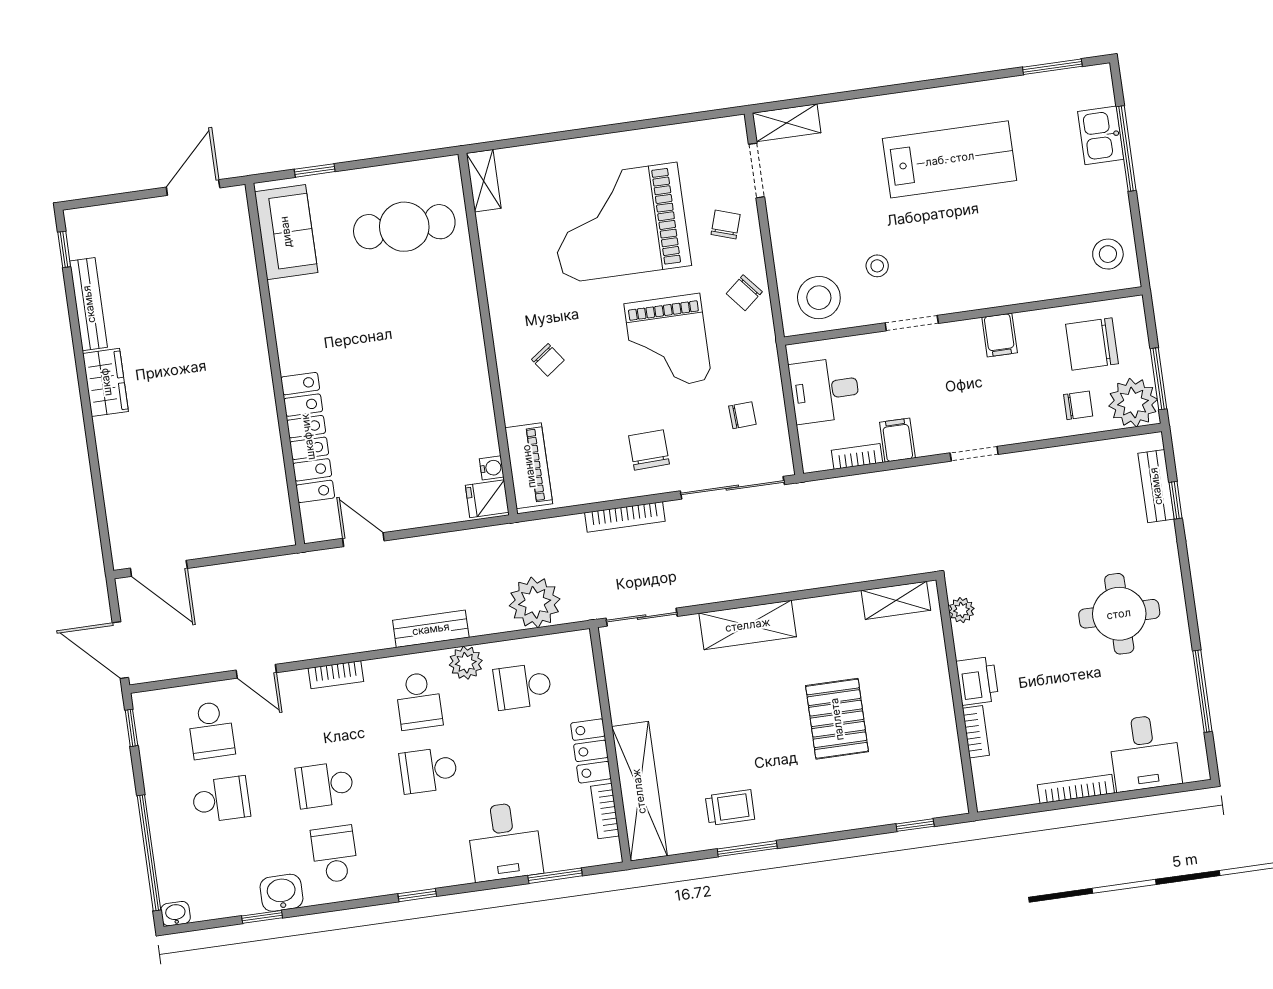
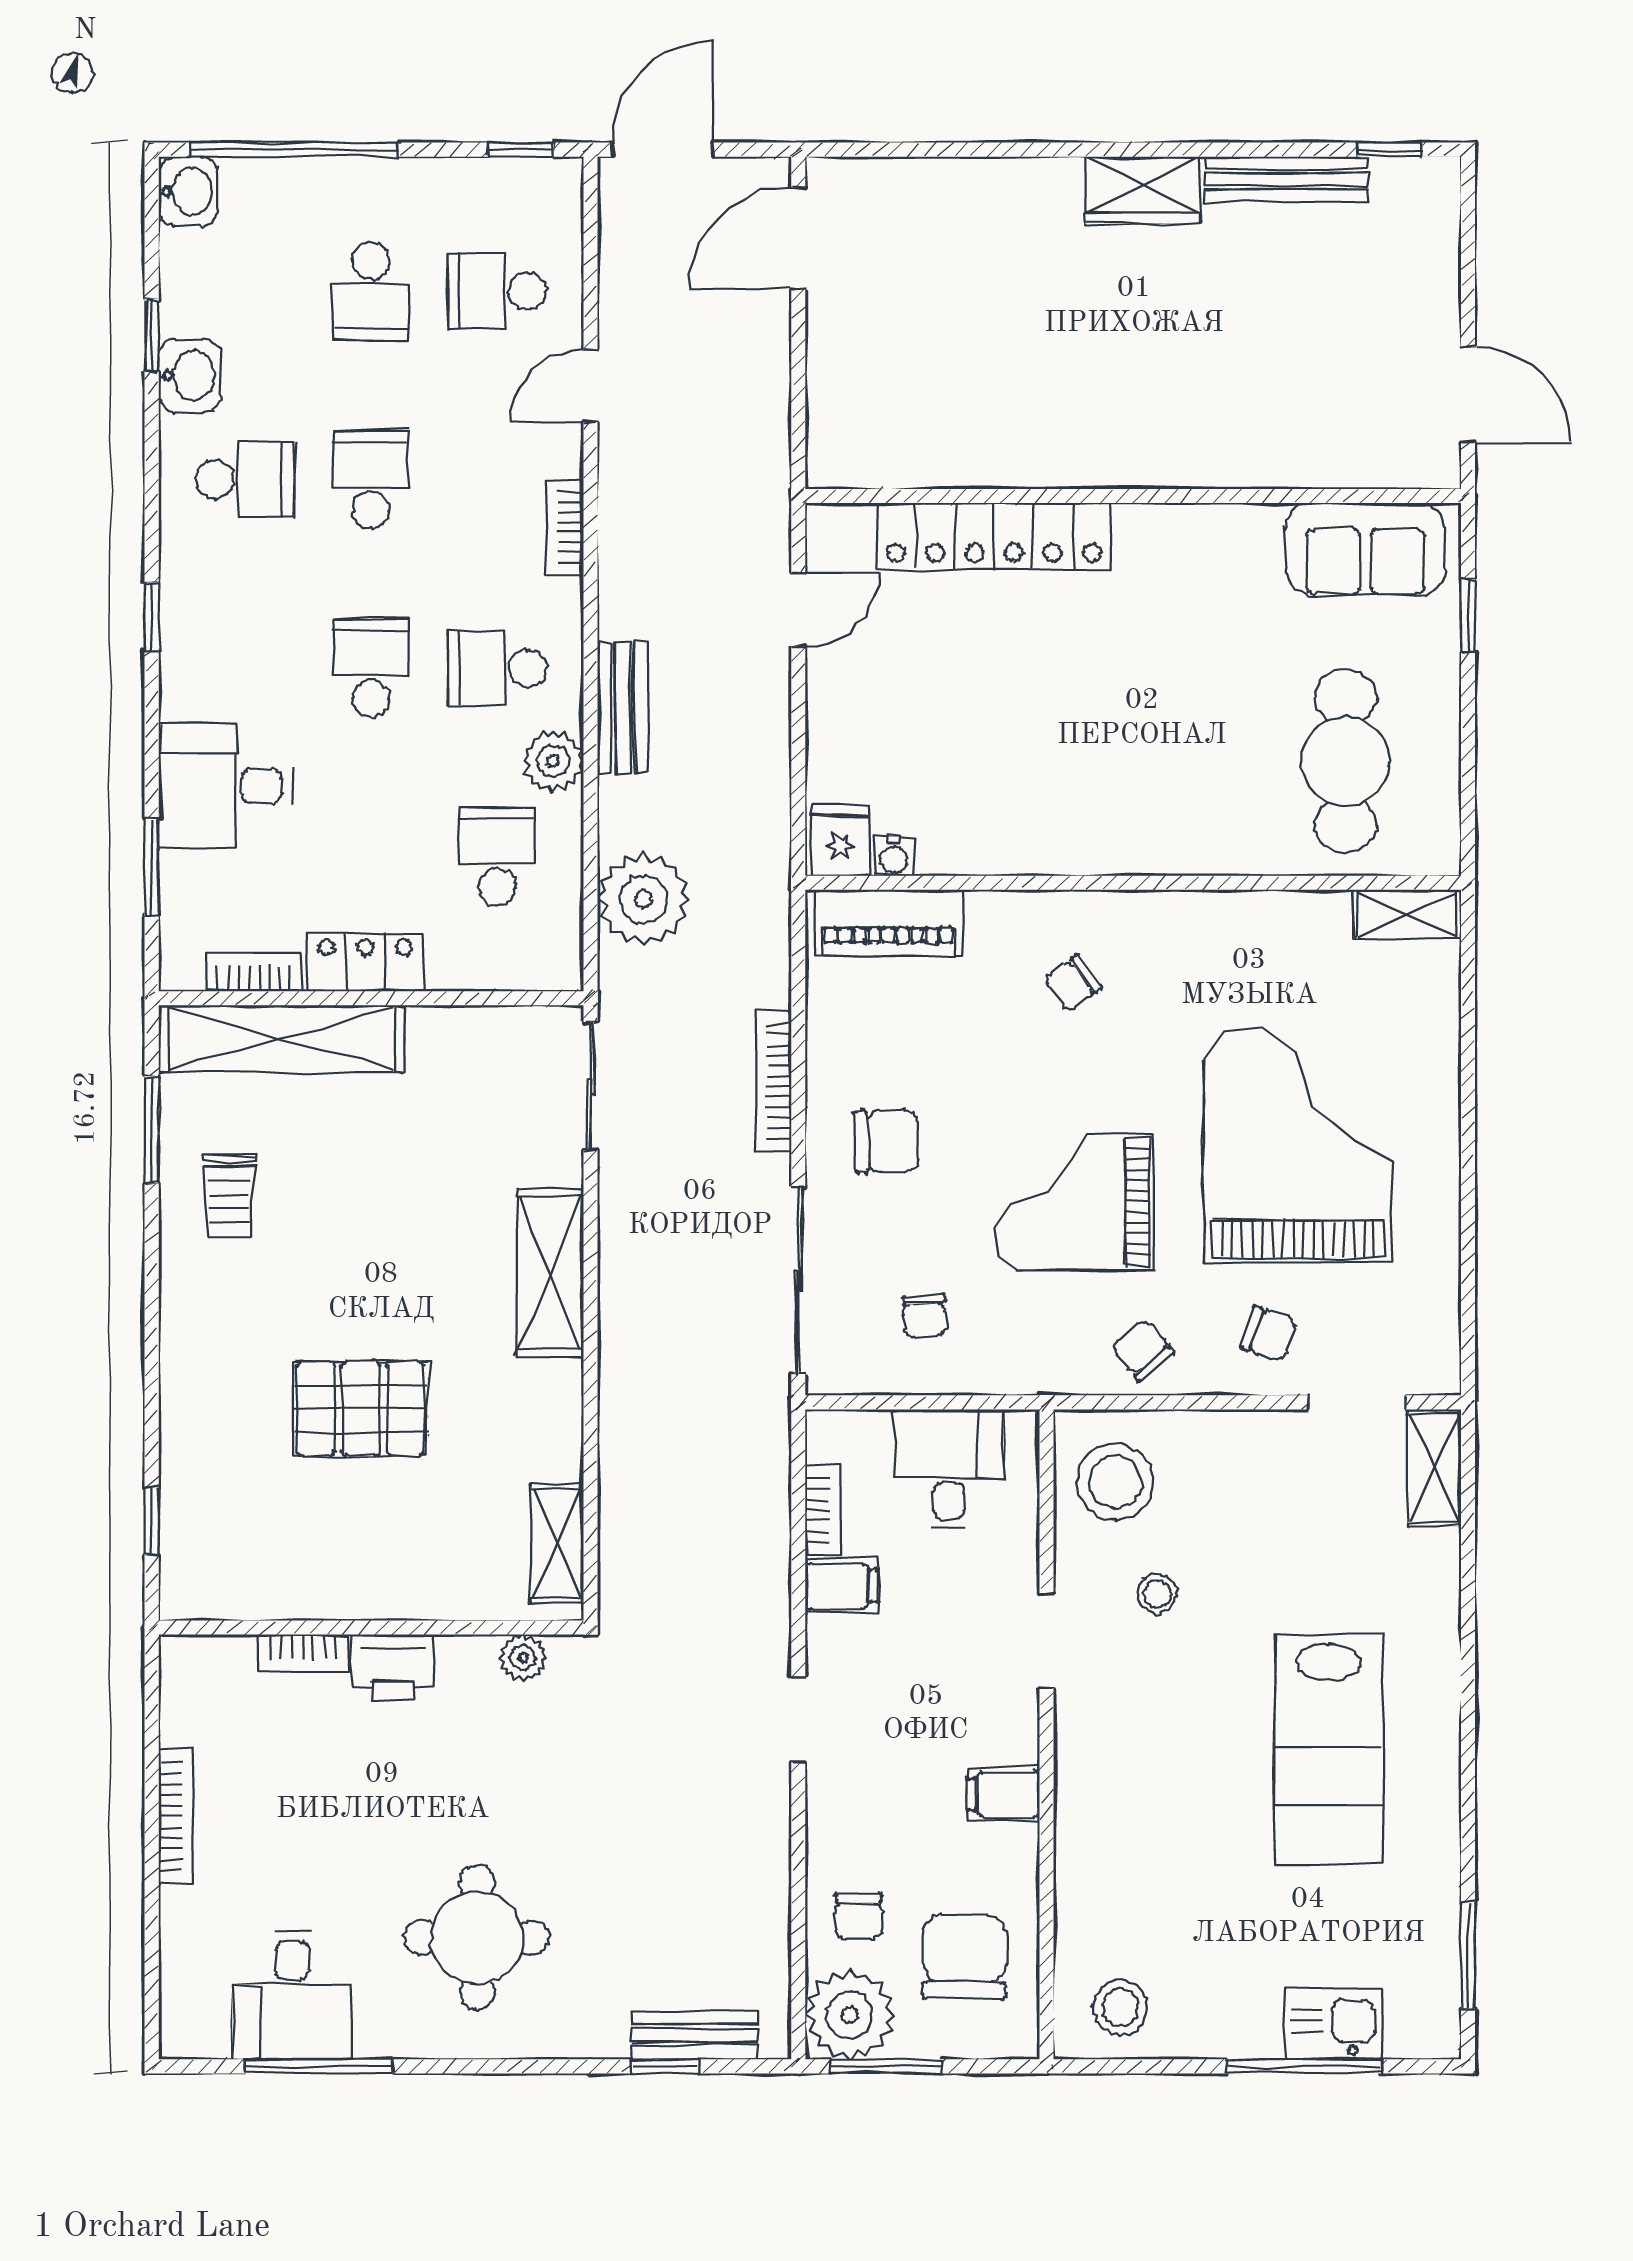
desk: (1145, 753) -> (292, 1995), moved, turned -90
window: (747, 849) -> (152, 1130), moved
washbasin: (176, 914) -> (188, 191), width x1.38, depth x1.45

